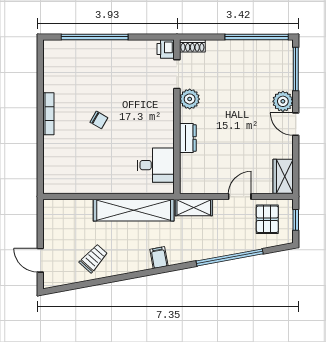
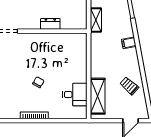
plant: (190, 99) -> (25, 23), removed
desk: (156, 165) -> (75, 95), moved, turned 90
shelving: (134, 210) -> (98, 96), moved, width x0.68

